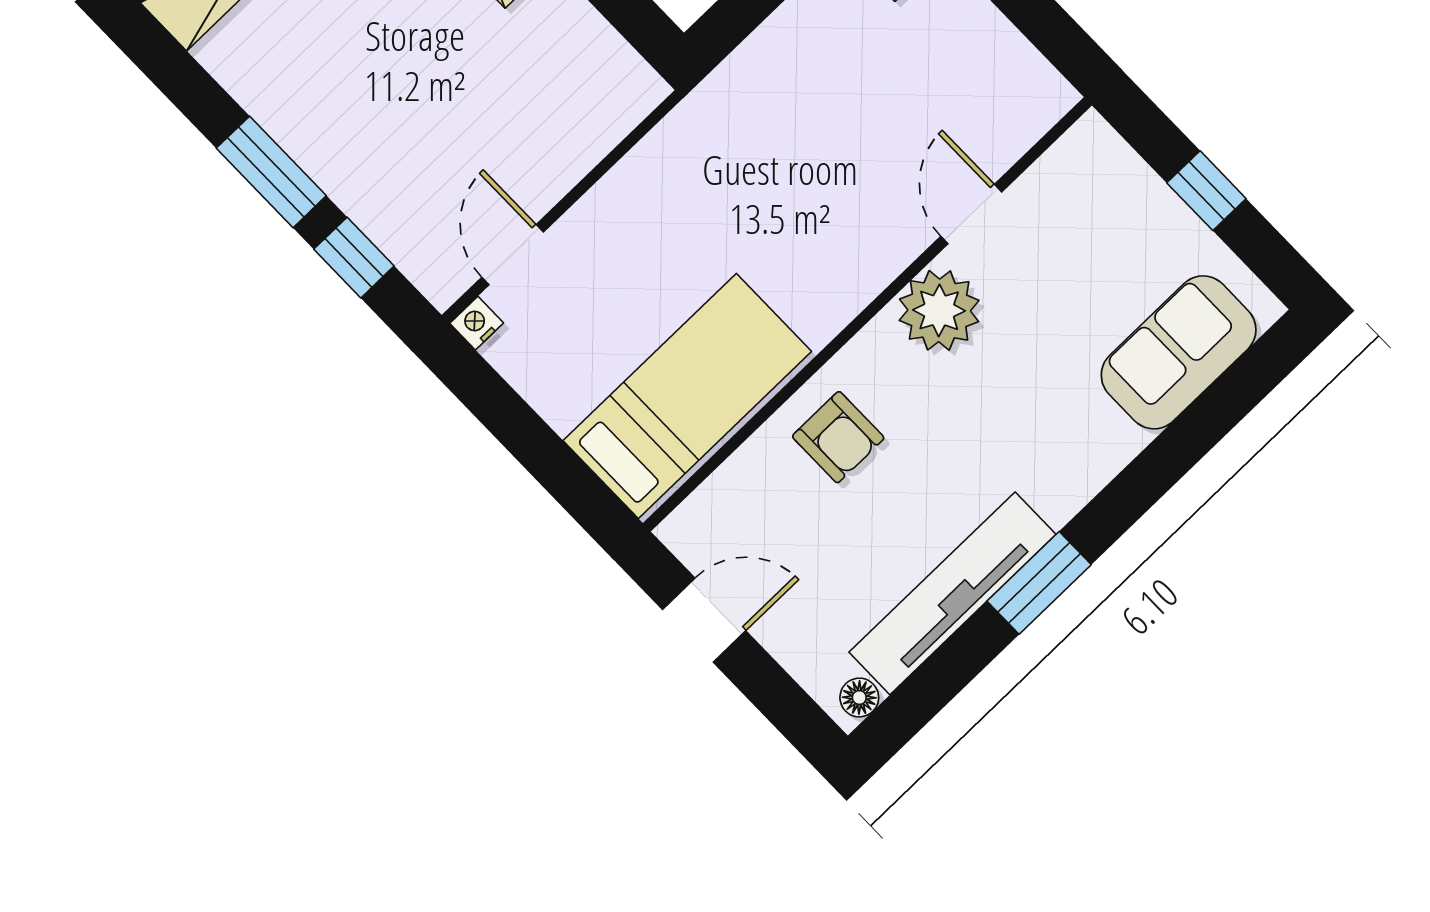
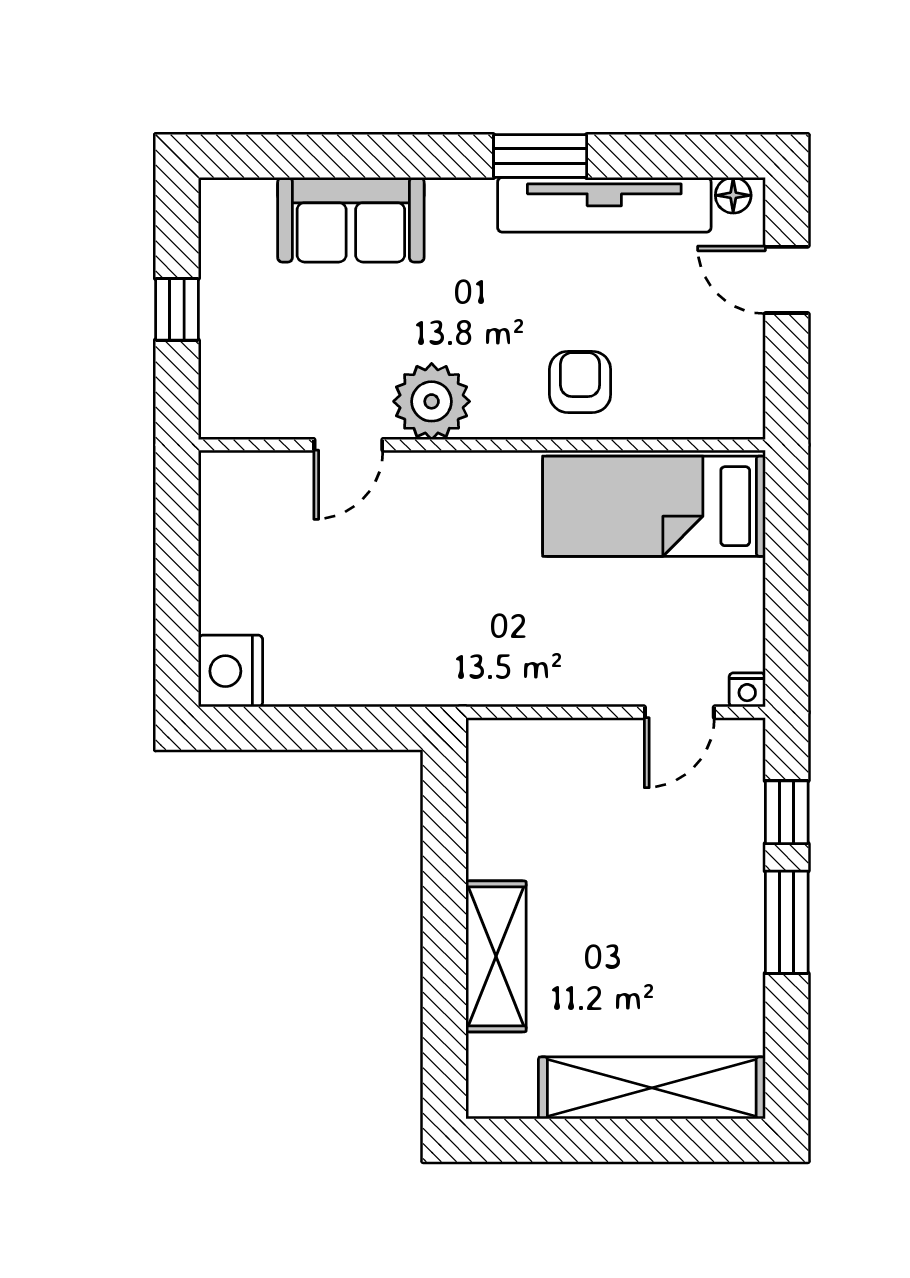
sofa: (1179, 352) -> (351, 220), moved
door: (704, 620) -> (787, 280), moved

